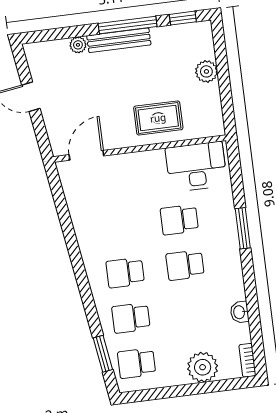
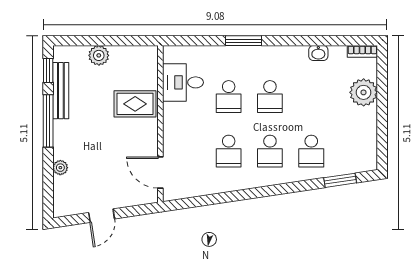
bench: (119, 40) -> (61, 91), moved
rug: (158, 118) -> (135, 104), turned 90
desk: (196, 167) -> (183, 82), width x0.73
school desk: (137, 363) -> (229, 151), moved

